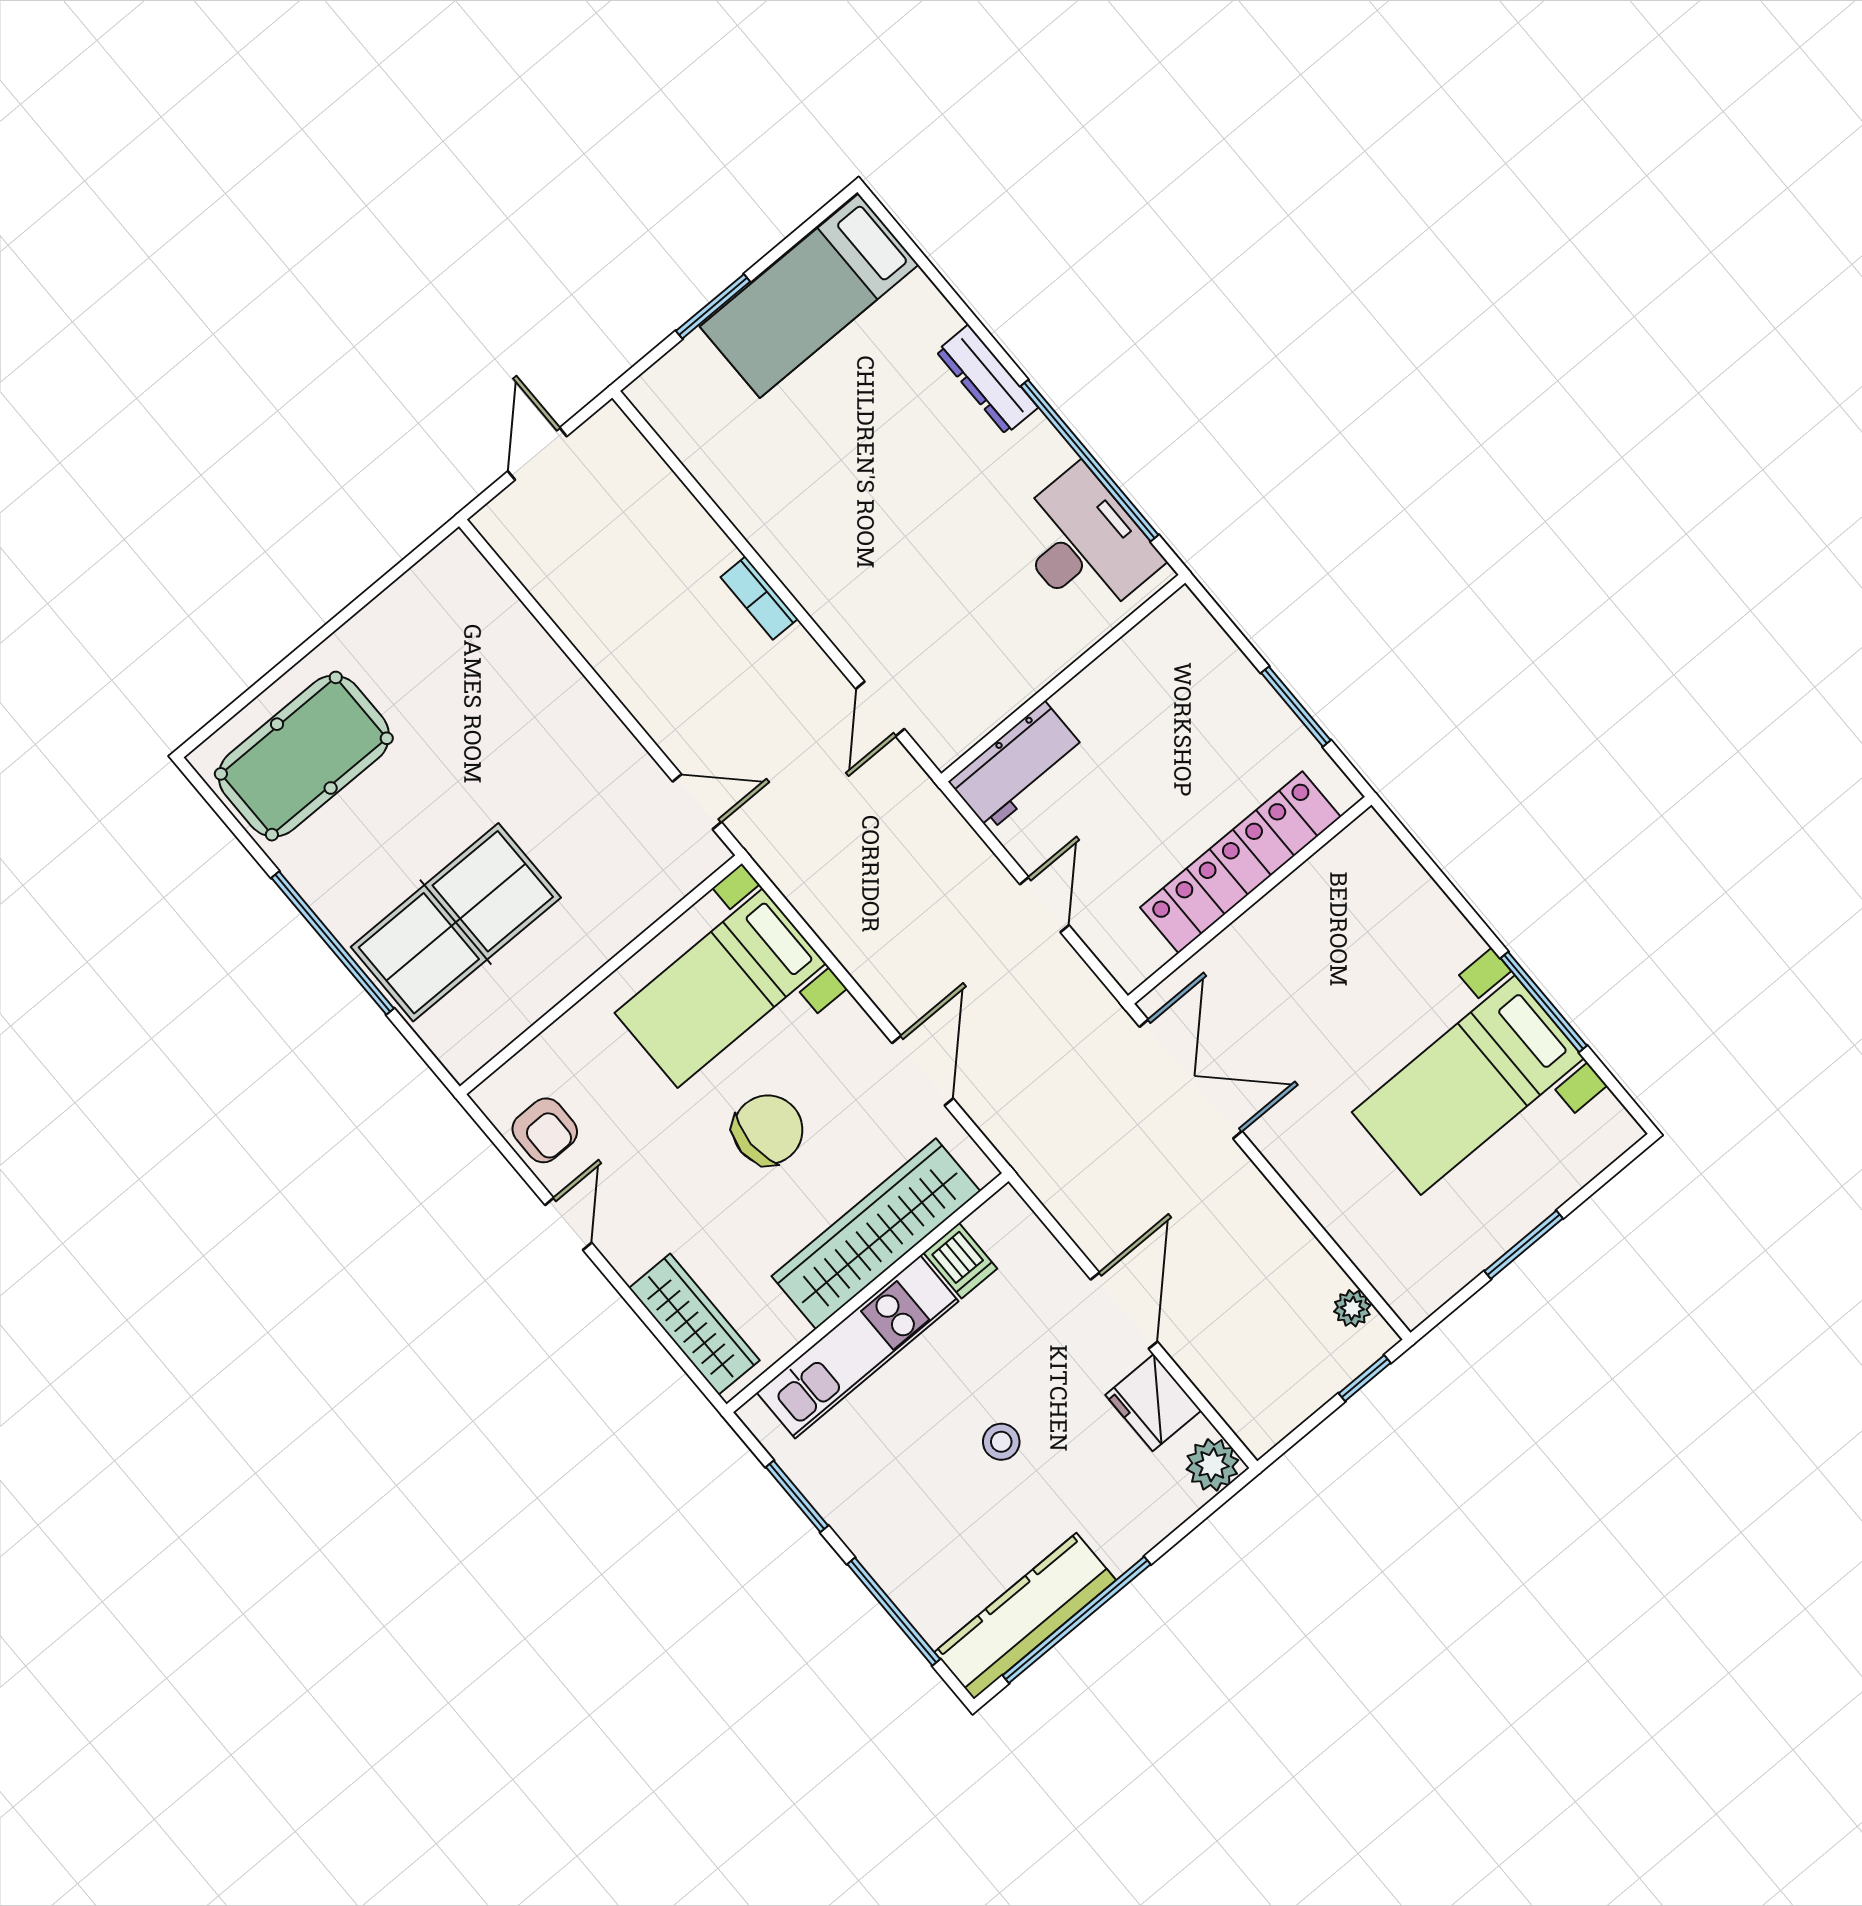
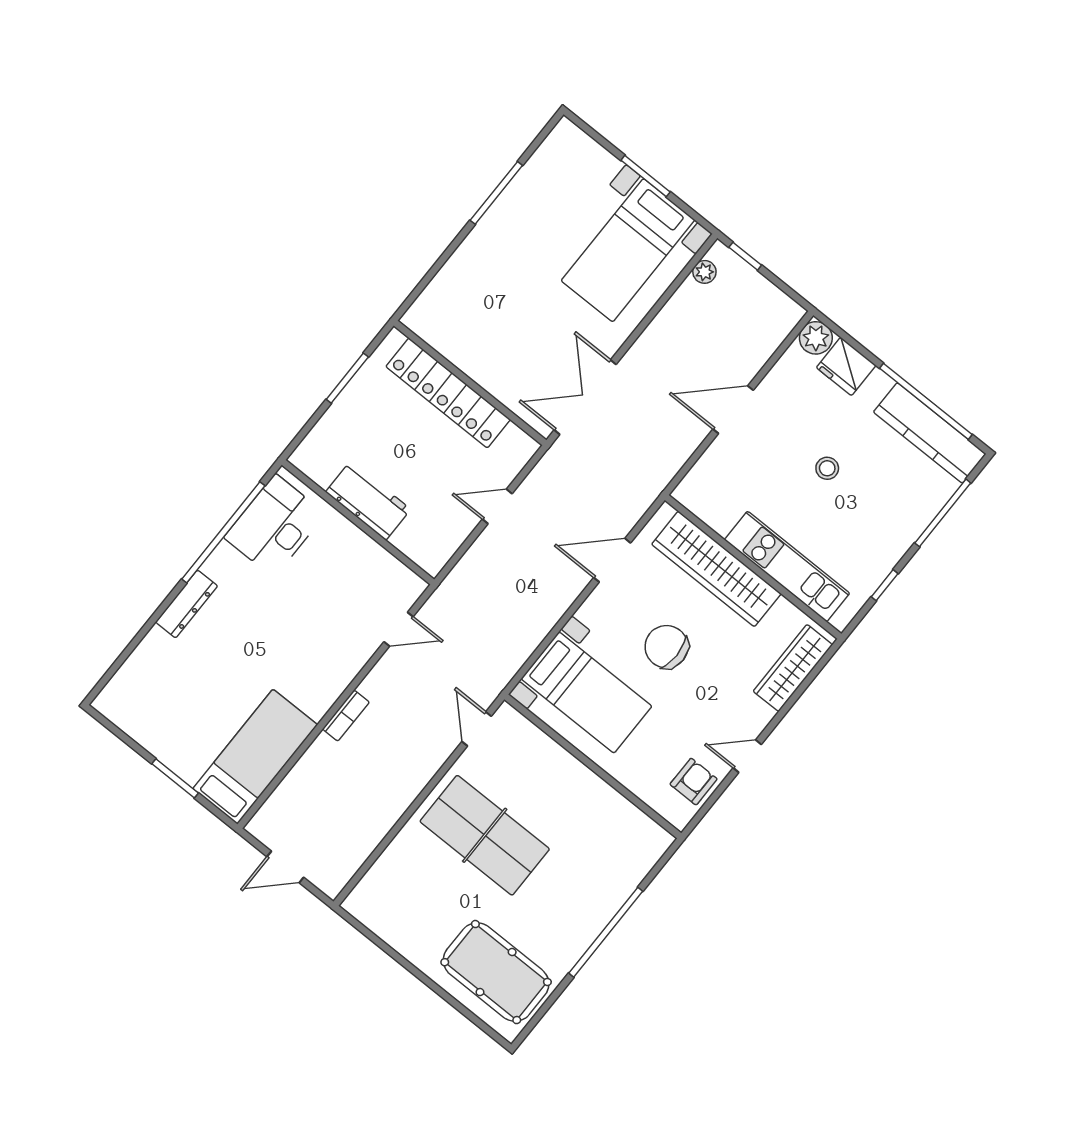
bed: (809, 296) -> (255, 757), moved, turned -90
workbench: (1017, 766) -> (368, 501), moved
table tennis table: (456, 922) -> (485, 835), moved
bed with nightstands: (1468, 1085) -> (628, 250), moved, turned 90
dishwasher: (960, 1261) -> (723, 515), removed
fridge: (1153, 1403) -> (846, 366), moved, turned 90
window: (797, 1496) -> (885, 585), width x0.67

